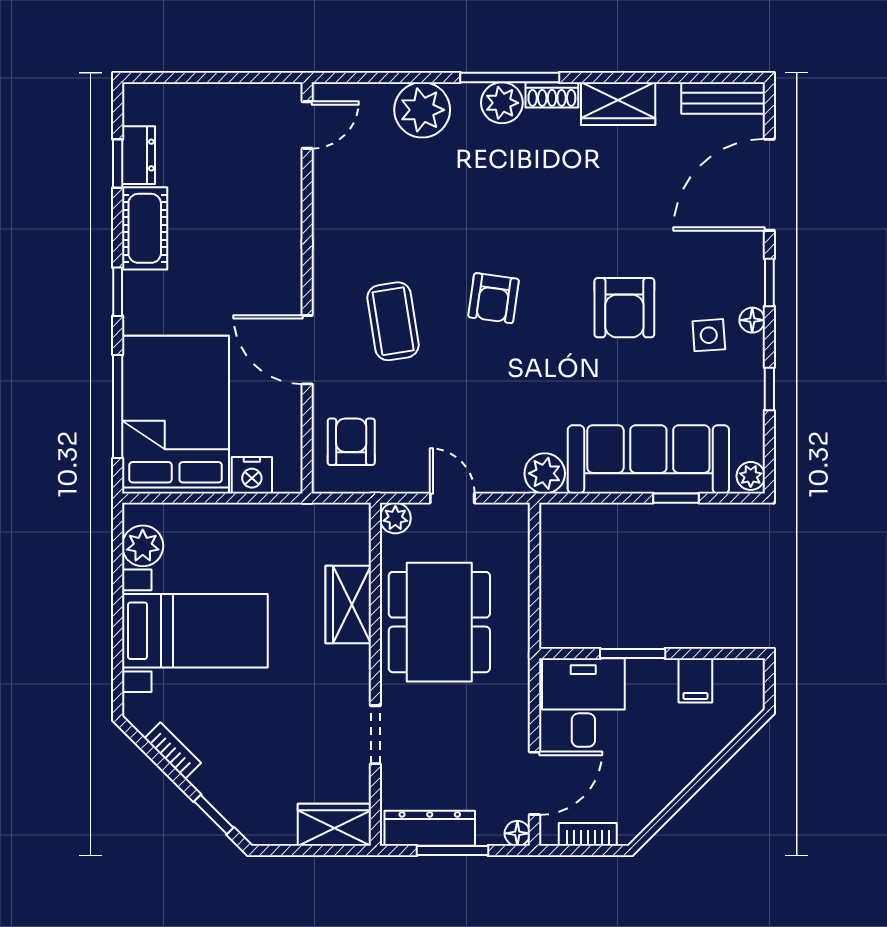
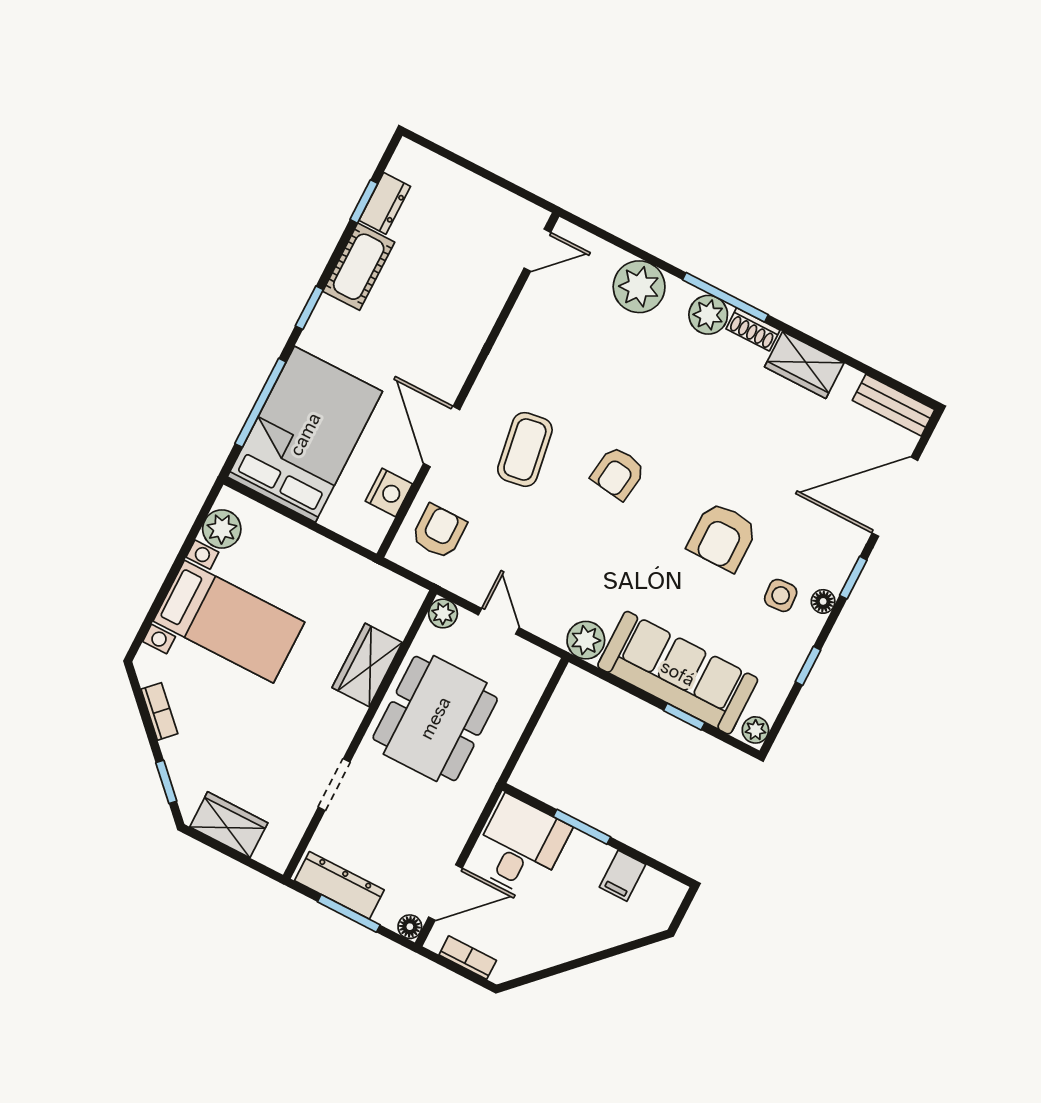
nightstand: (252, 475) -> (389, 492), moved, turned -90
wardrobe: (334, 825) -> (229, 825), moved

